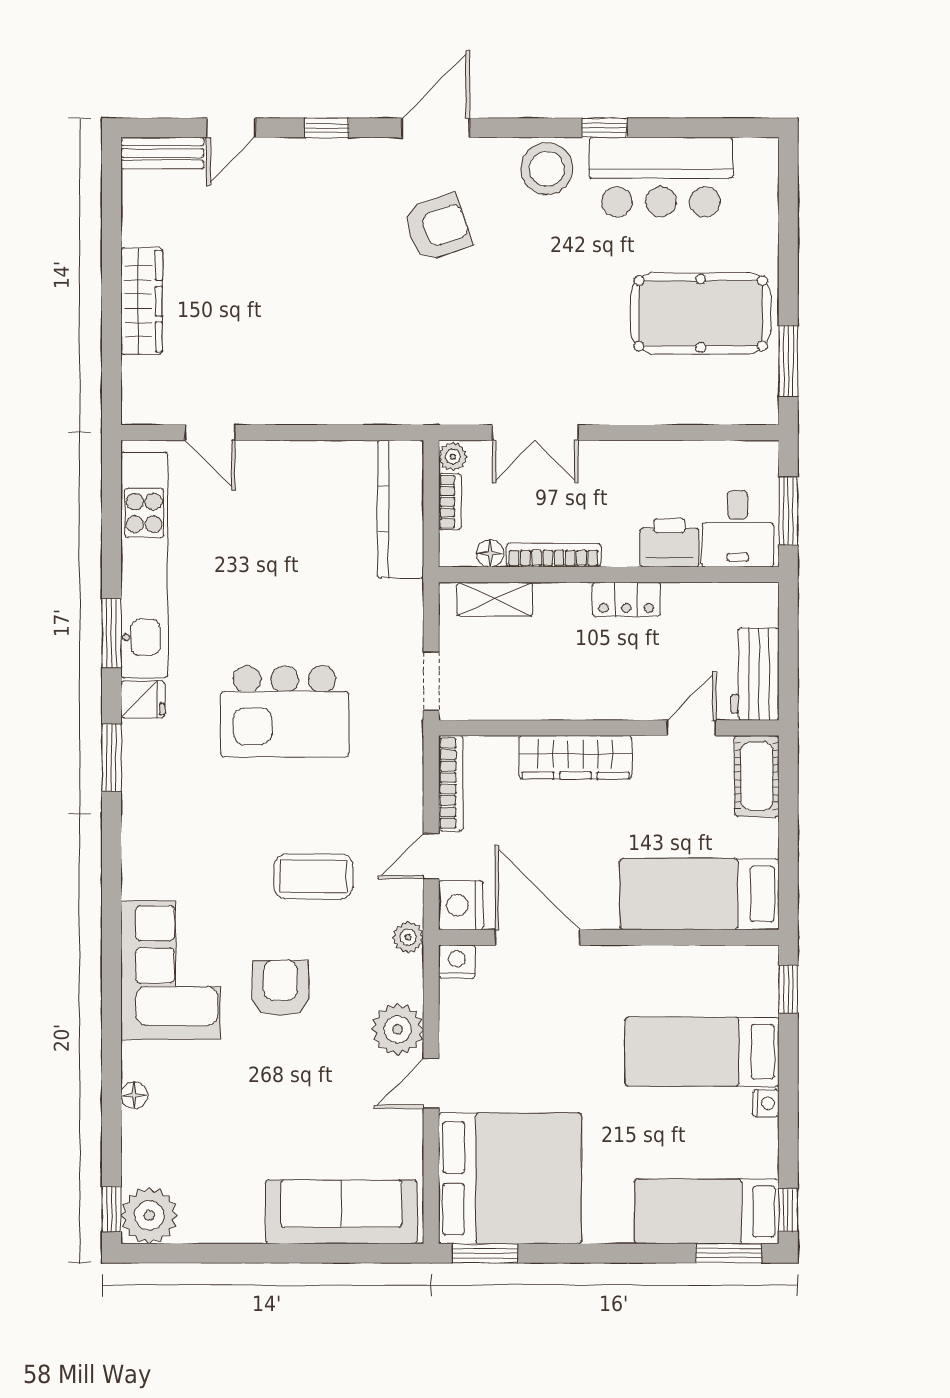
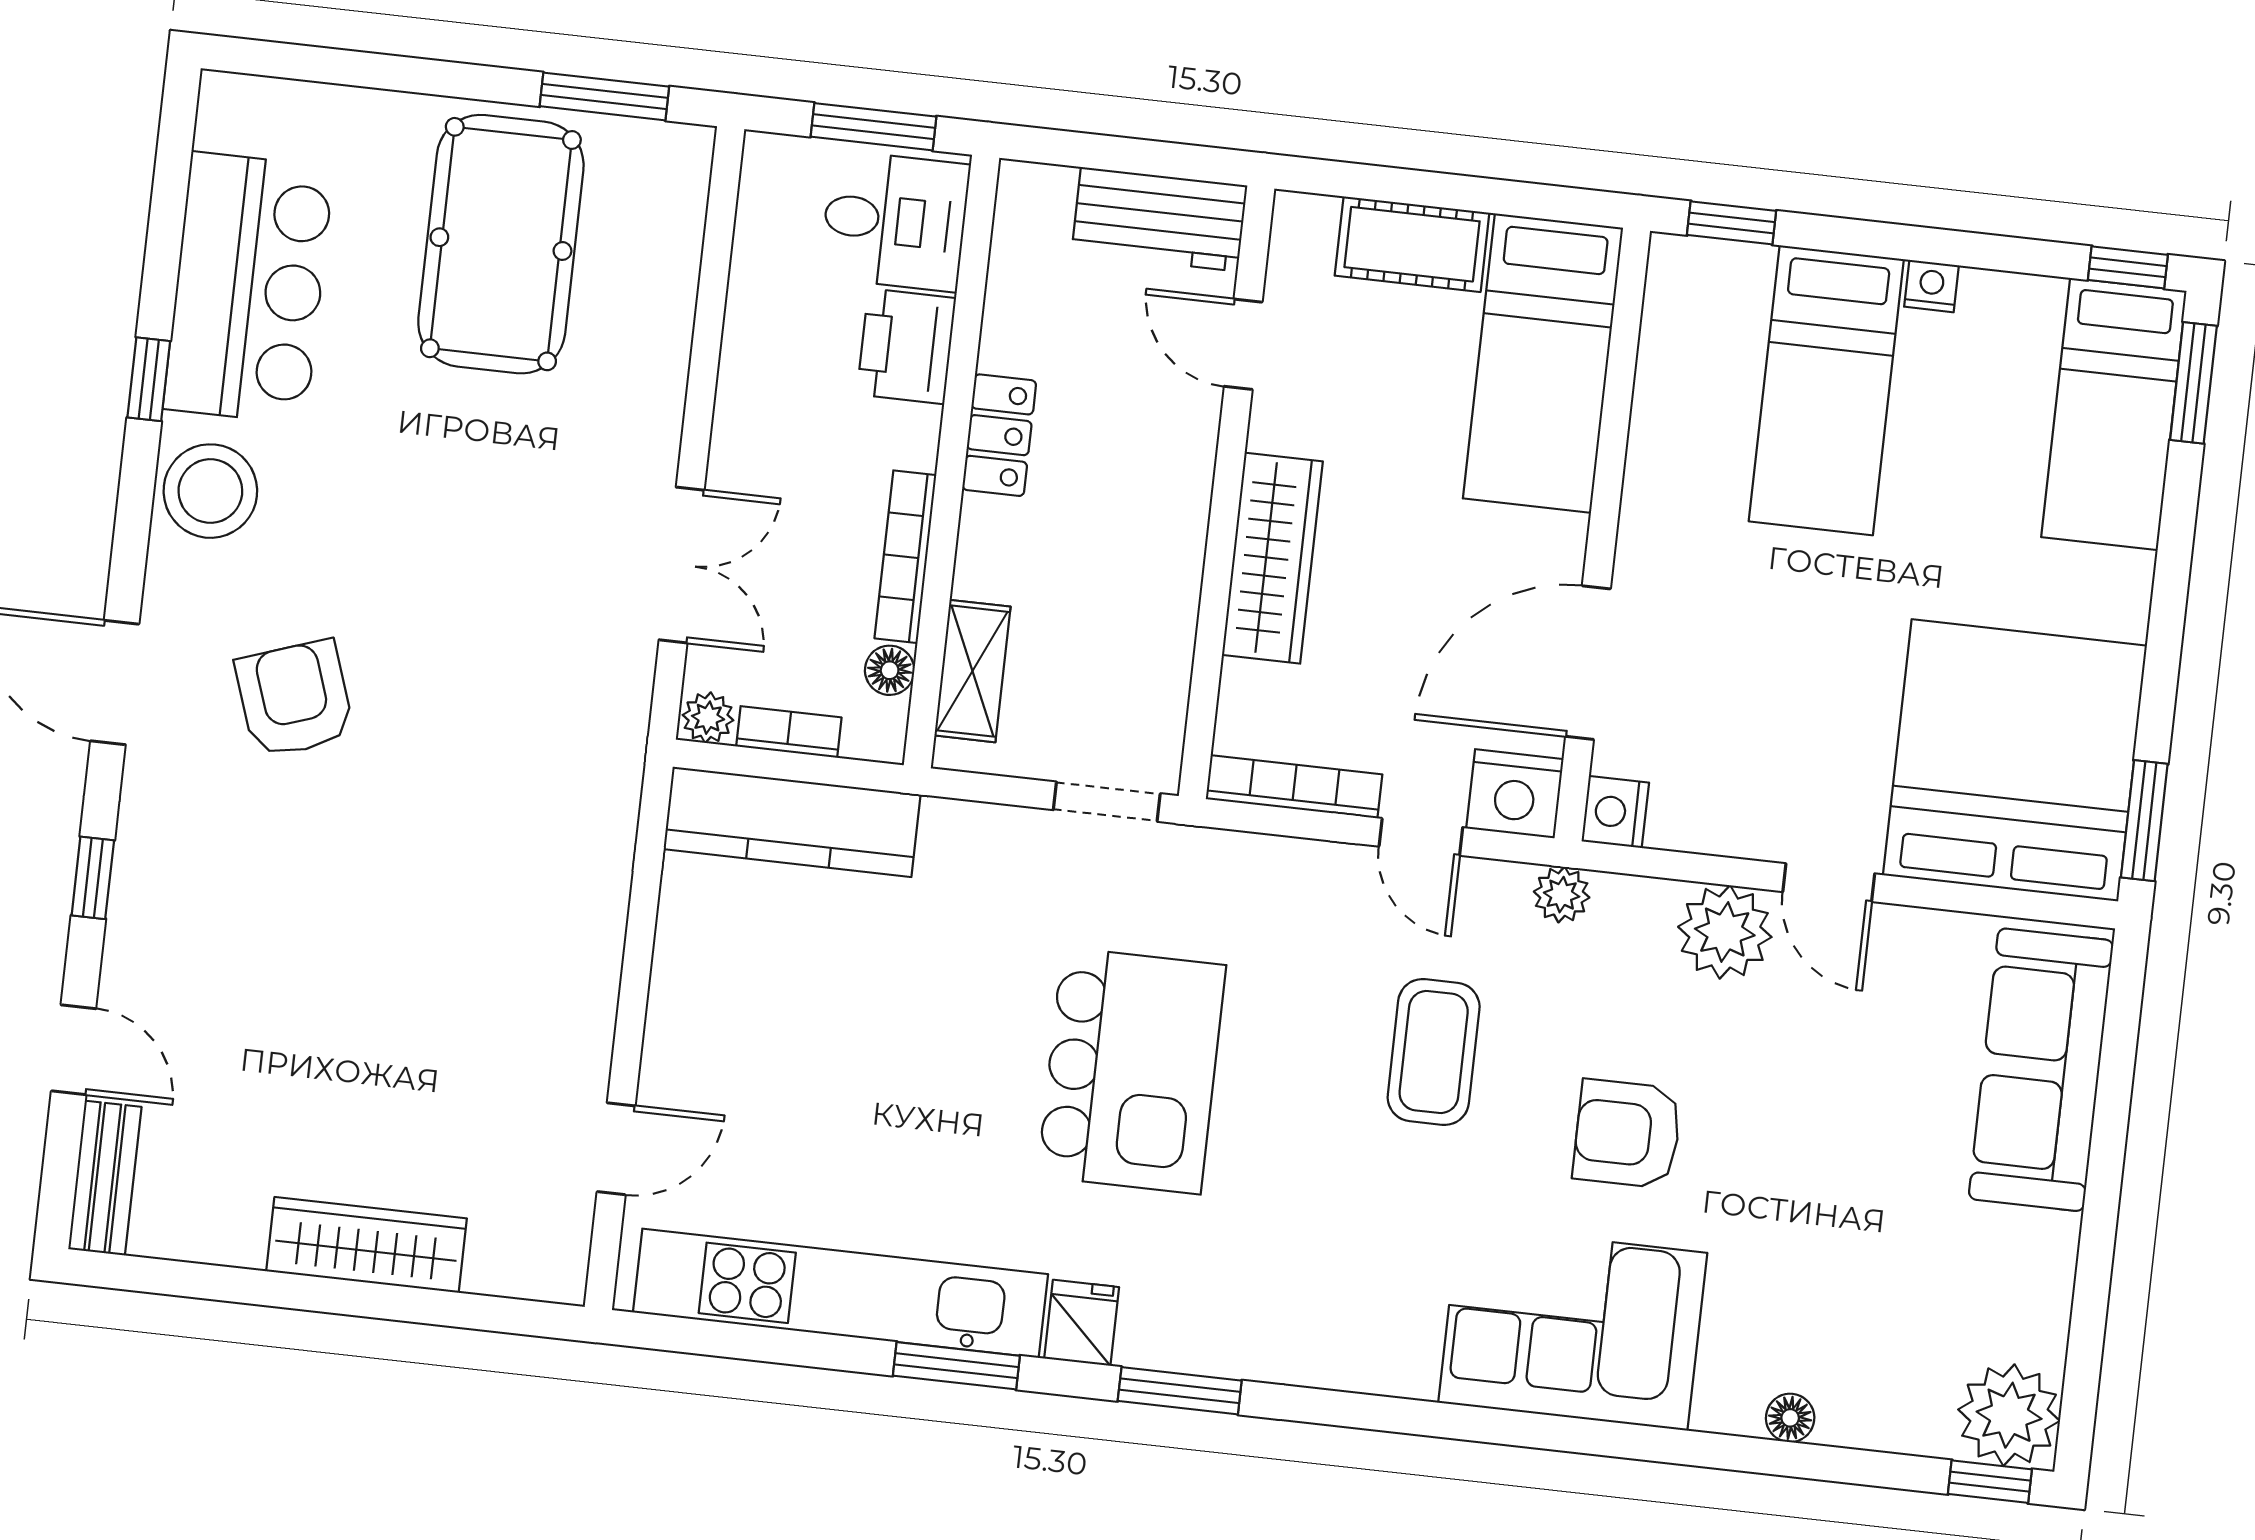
cot: (757, 776) -> (1412, 244), moved

